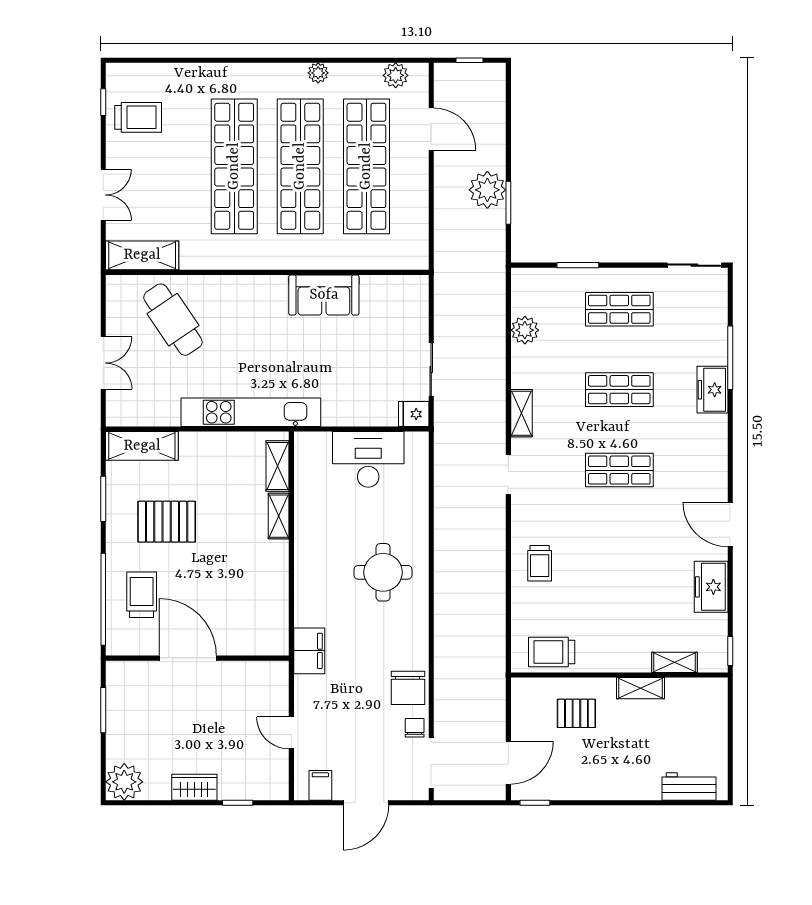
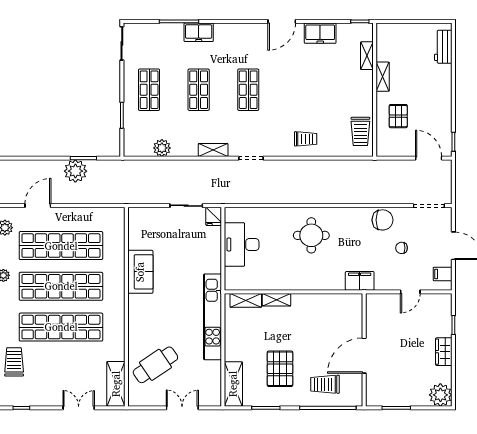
trolley: (138, 117) -> (14, 362), moved
chair: (415, 728) -> (402, 248), moved

